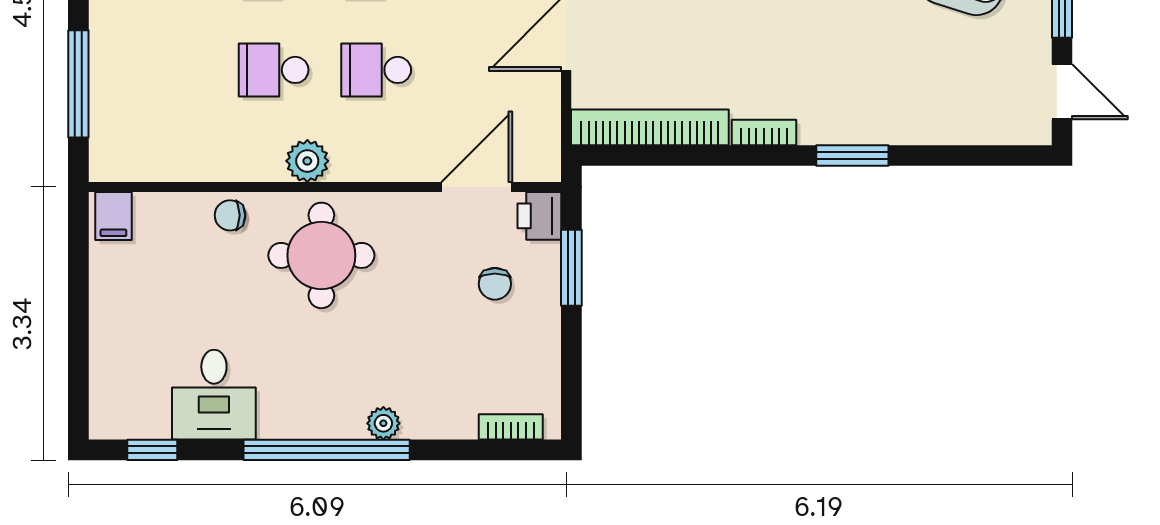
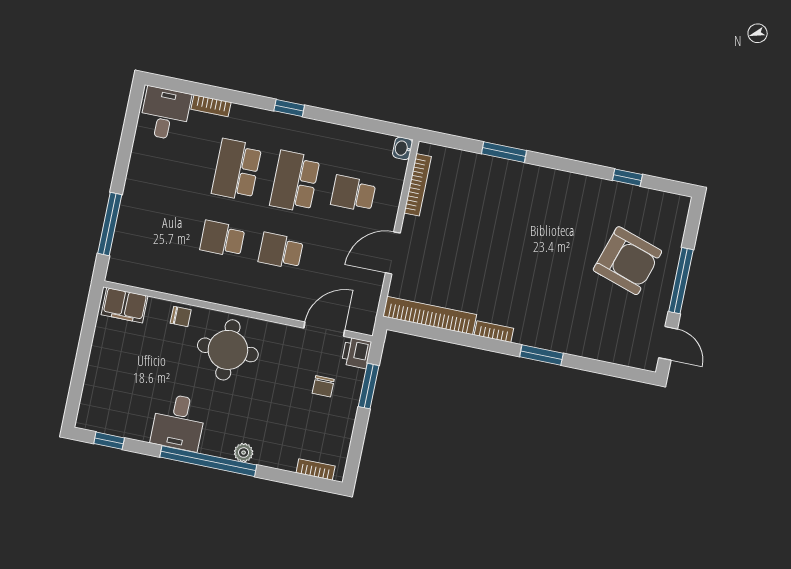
plant: (307, 161) -> (231, 295), removed
chair: (230, 215) -> (181, 316), turned 180
filing cabinet: (113, 216) -> (125, 305), width x2.00
desk: (214, 395) -> (178, 422), moved

